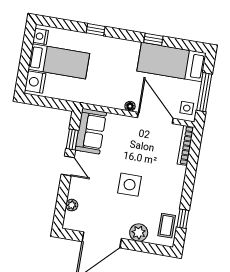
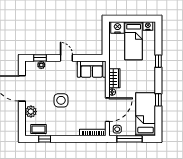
wardrobe: (110, 99) -> (114, 78), added
window: (72, 140) -> (40, 58), moved
door: (68, 166) -> (66, 58), swing flipped

